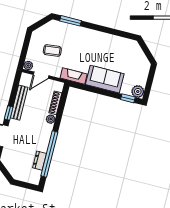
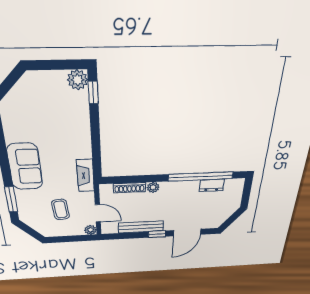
sofa: (105, 79) -> (25, 167), moved, turned 180

